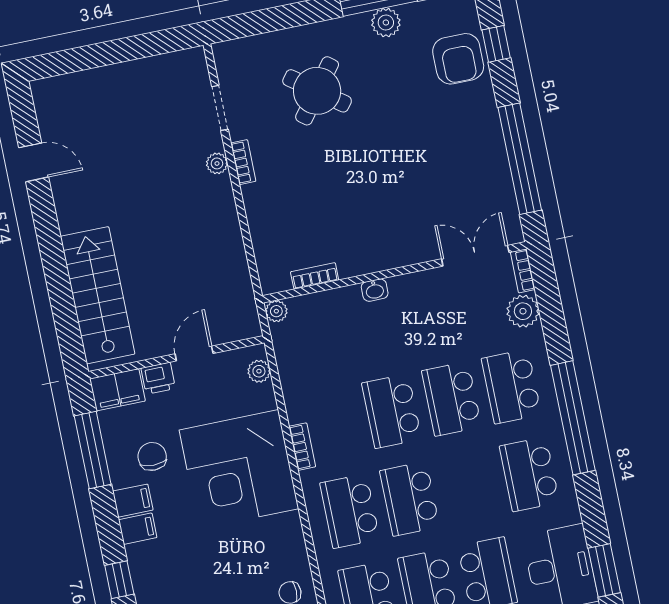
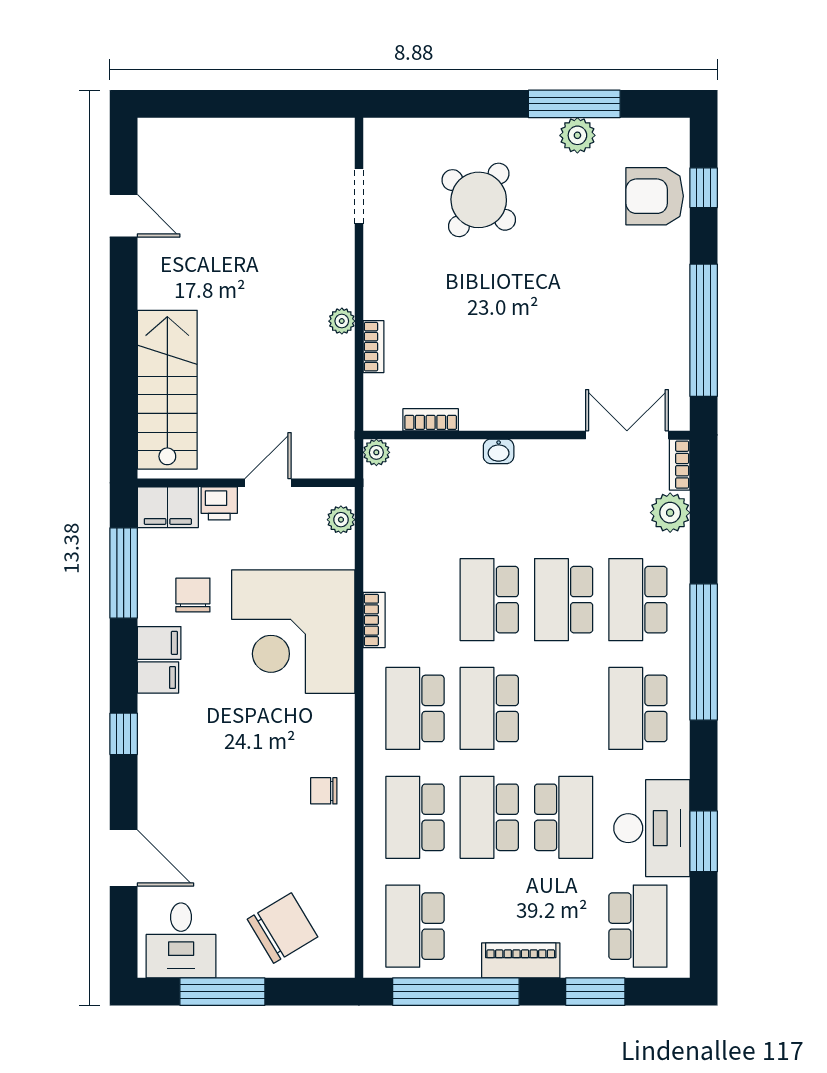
armchair: (458, 59) -> (655, 196), turned 90
bookcase: (243, 162) -> (373, 347), moved
plant: (217, 163) -> (342, 321), moved

